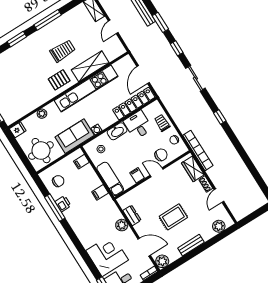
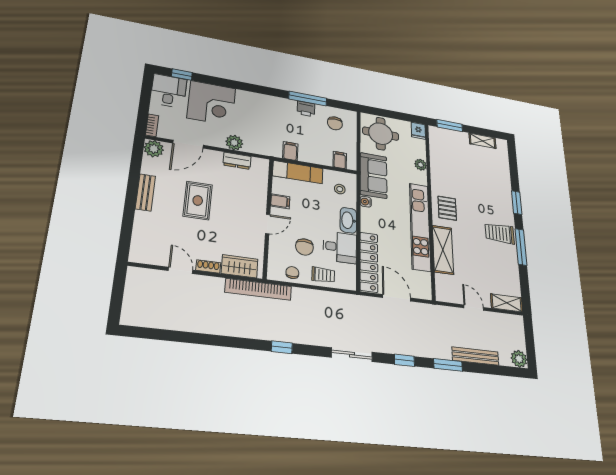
trolley: (63, 51) -> (500, 233), moved, turned 90
chair: (161, 155) -> (304, 247), moved
plant: (219, 226) -> (141, 241), removed

